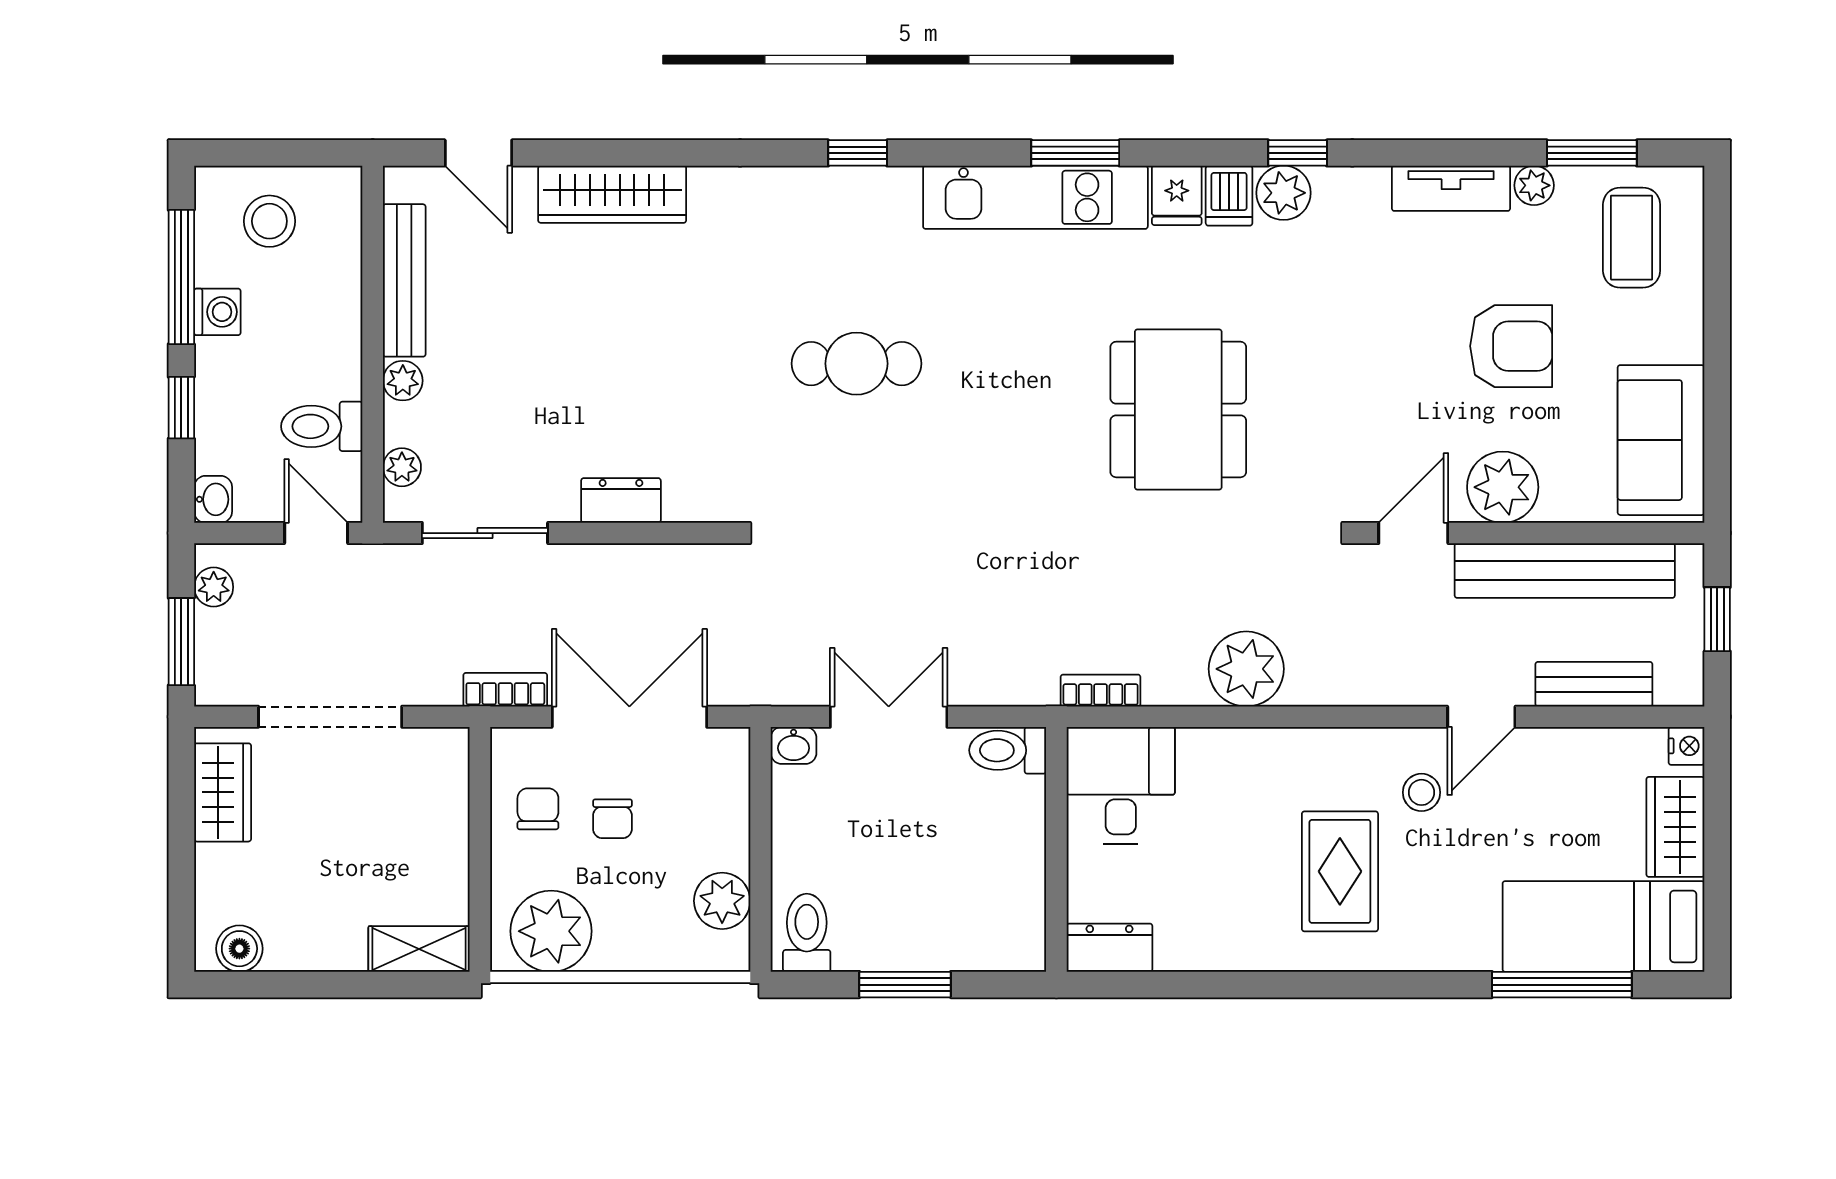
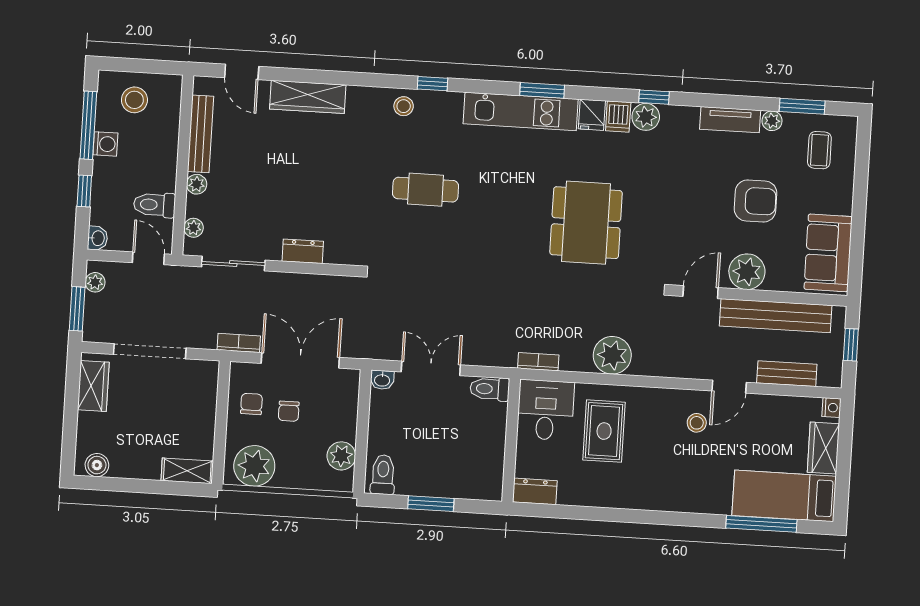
stool: (803, 201) -> (404, 106), added
coffee table: (1632, 238) -> (819, 150), width x0.73, depth x0.77
rug: (1340, 871) -> (604, 431), moved

